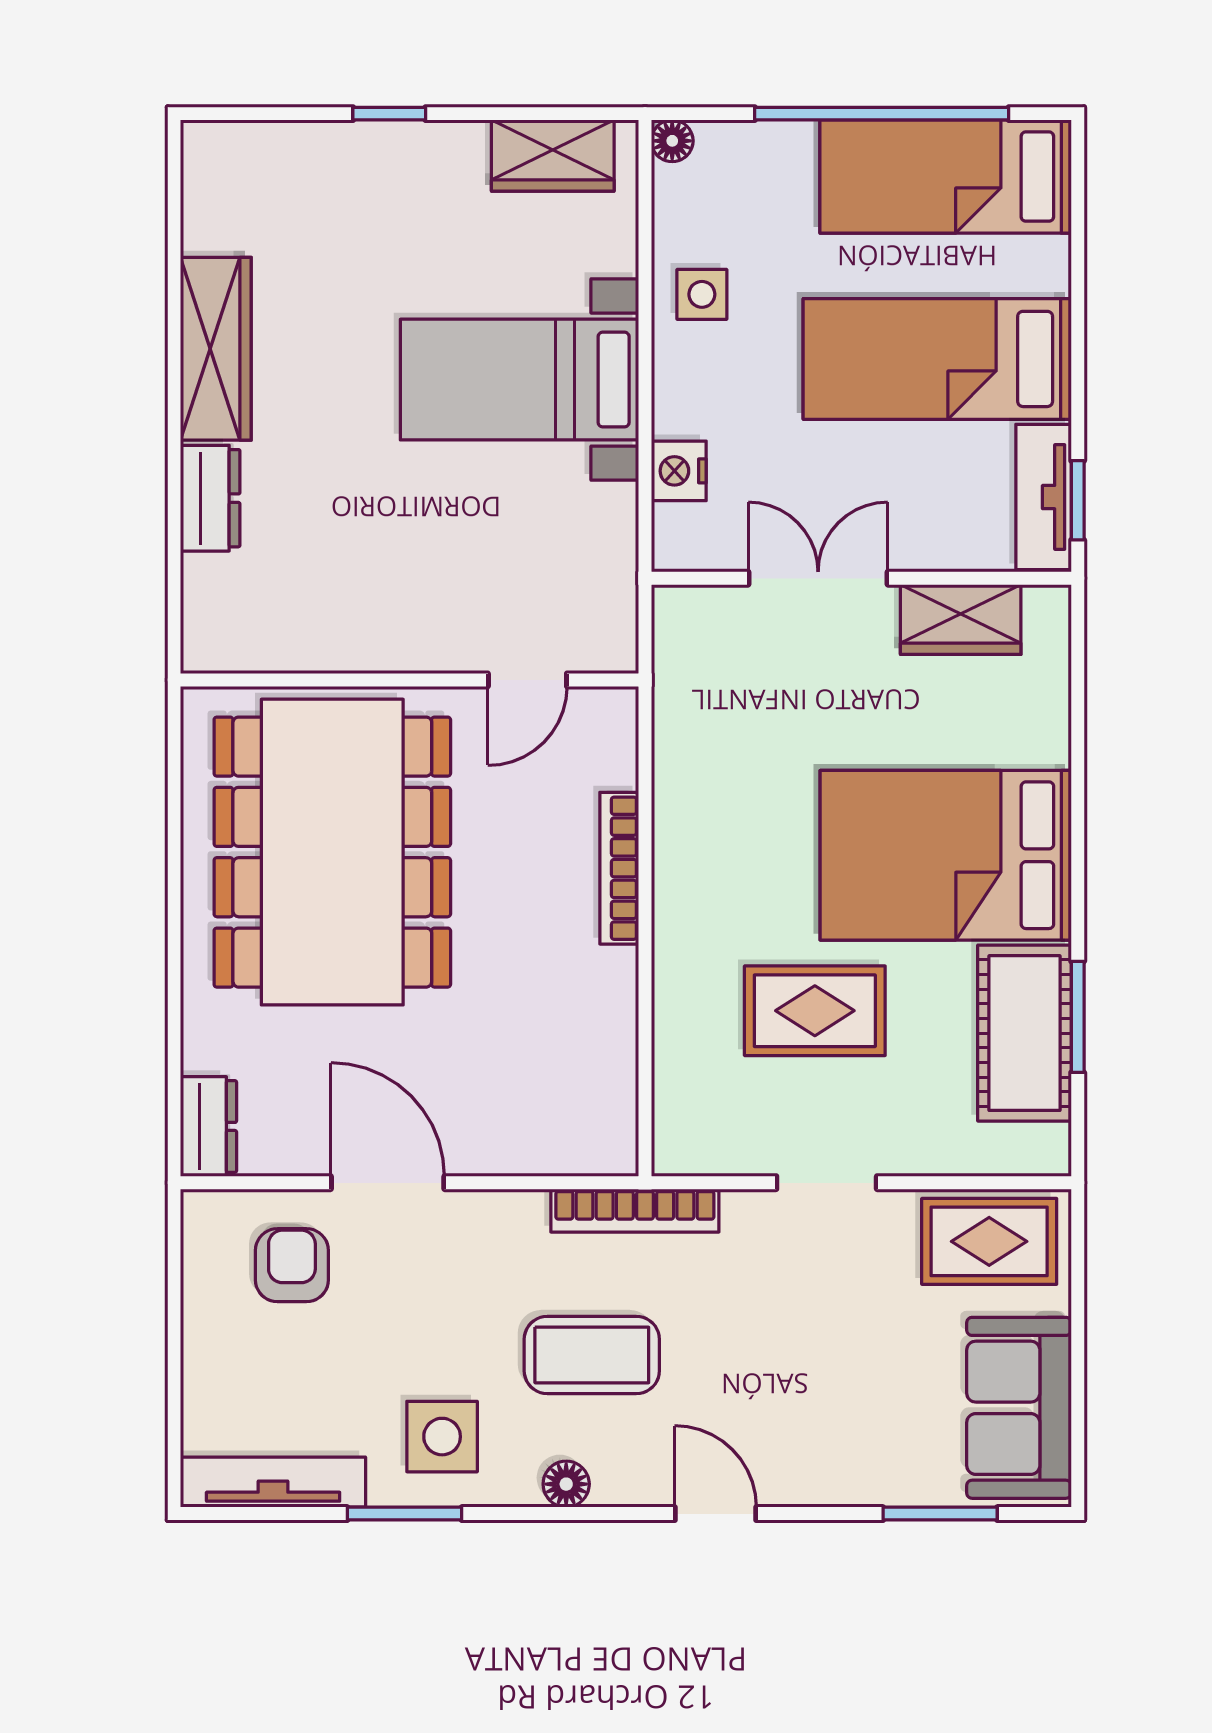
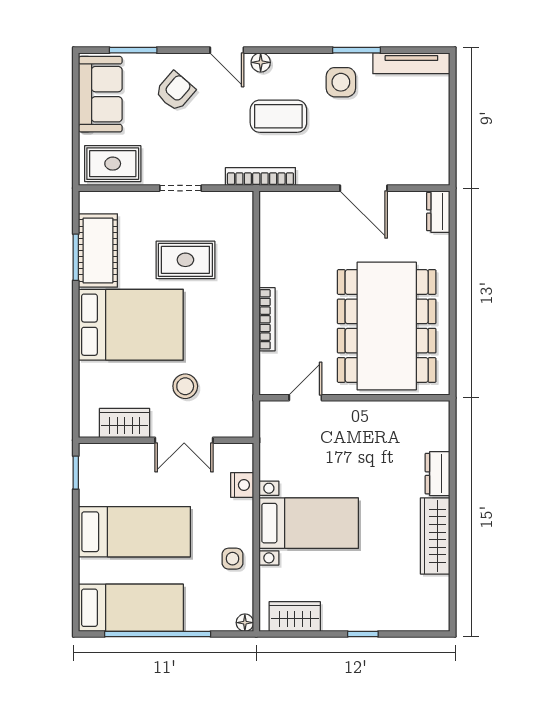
tv unit: (1044, 497) -> (90, 474), removed
stool: (815, 708) -> (185, 386), added
armchair: (292, 1265) -> (175, 91), moved, turned -139
floor lamp: (566, 1484) -> (261, 62), moved

